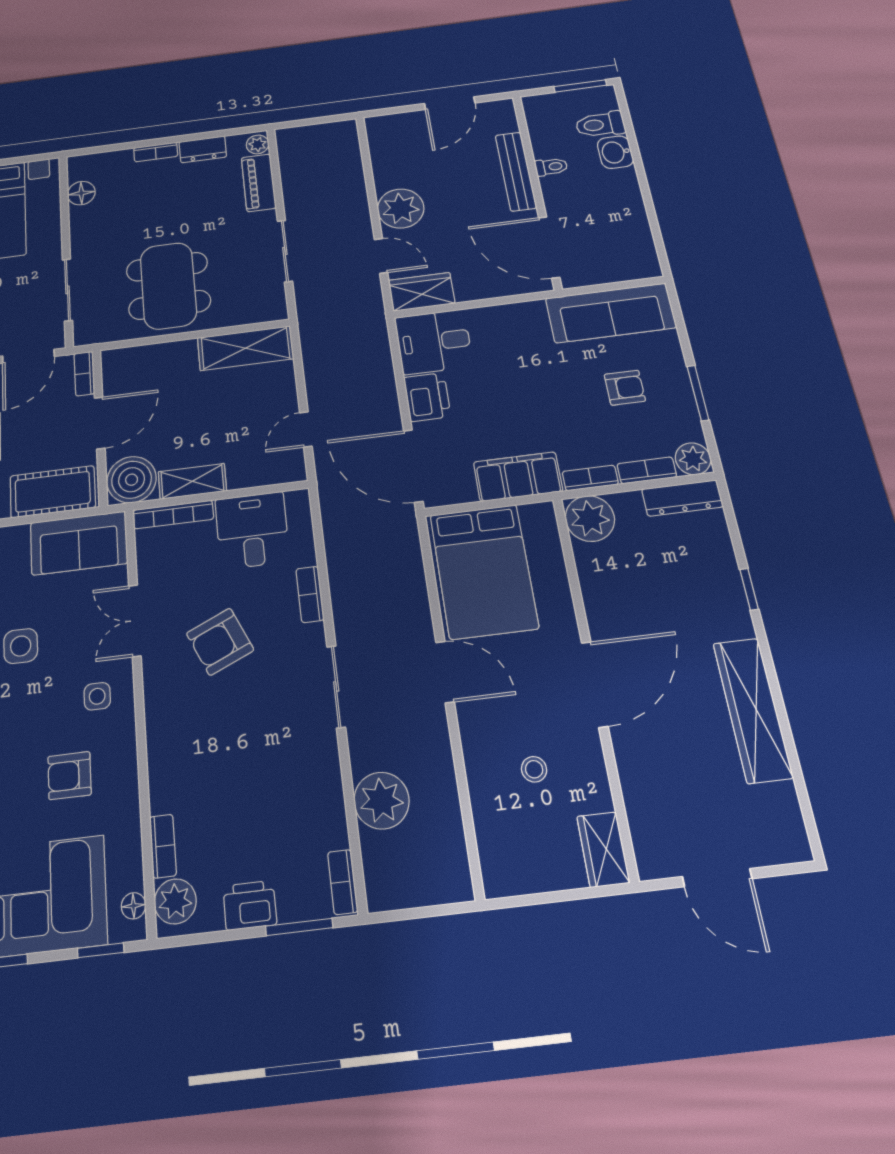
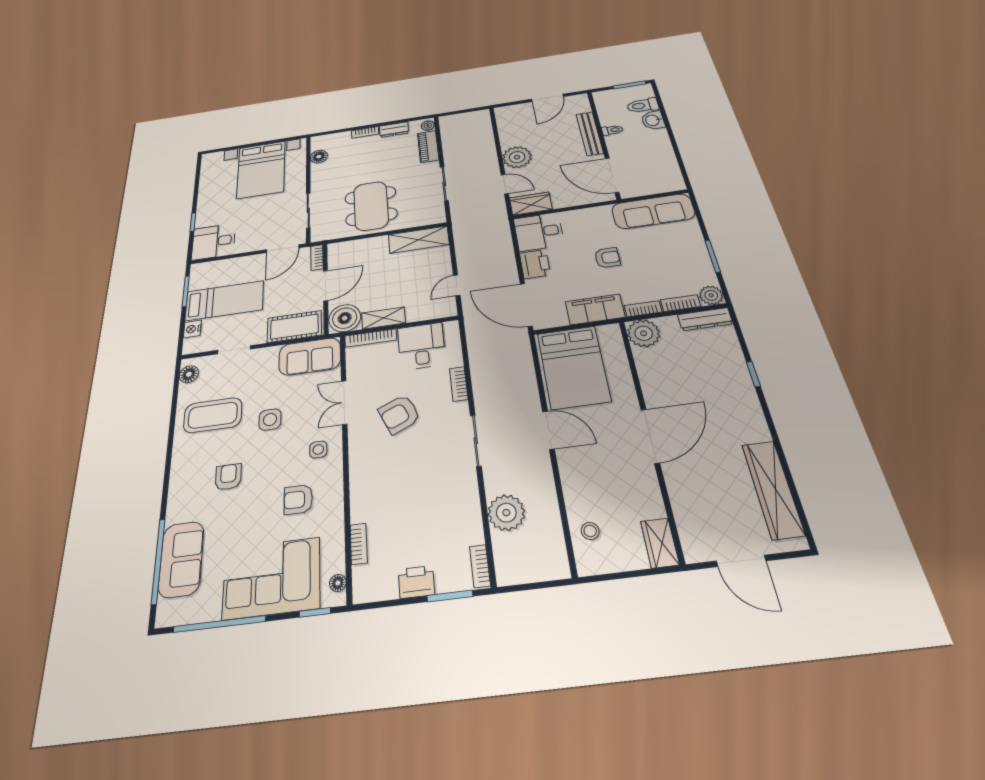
armchair: (625, 388) -> (607, 258), moved
wardrobe: (753, 710) -> (773, 489), moved
stool: (534, 769) -> (590, 531), moved
plant: (175, 901) -> (366, 580), removed

